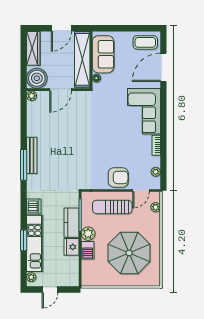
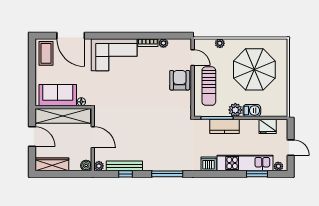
boiler: (37, 78) -> (86, 165), width x0.54, depth x0.54
window: (24, 123) -> (126, 174), added
bench: (32, 155) -> (124, 166), moved
plant: (156, 172) -> (163, 43), moved
plant: (156, 207) -> (220, 43), moved
window: (24, 240) -> (257, 174), moved
fridge: (72, 247) -> (268, 126), moved

